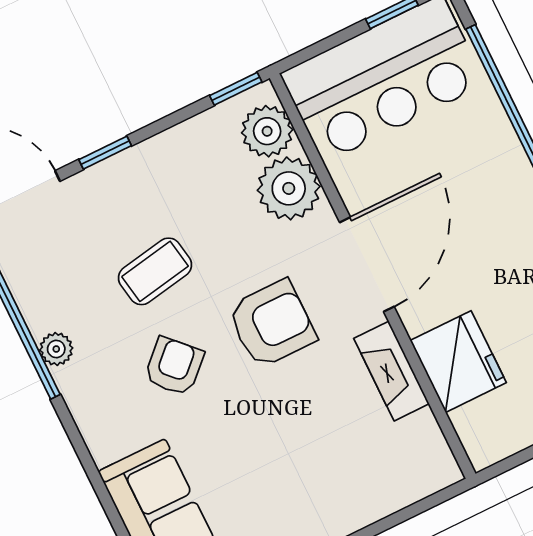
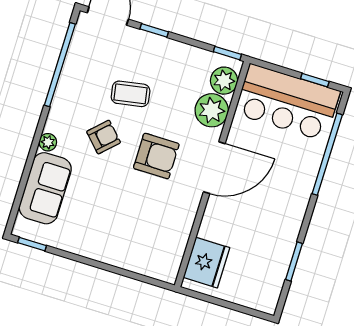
plant: (56, 349) -> (48, 142), moved
fridge: (458, 362) -> (206, 263), moved
fireplace: (391, 371) -> (185, 217), removed

